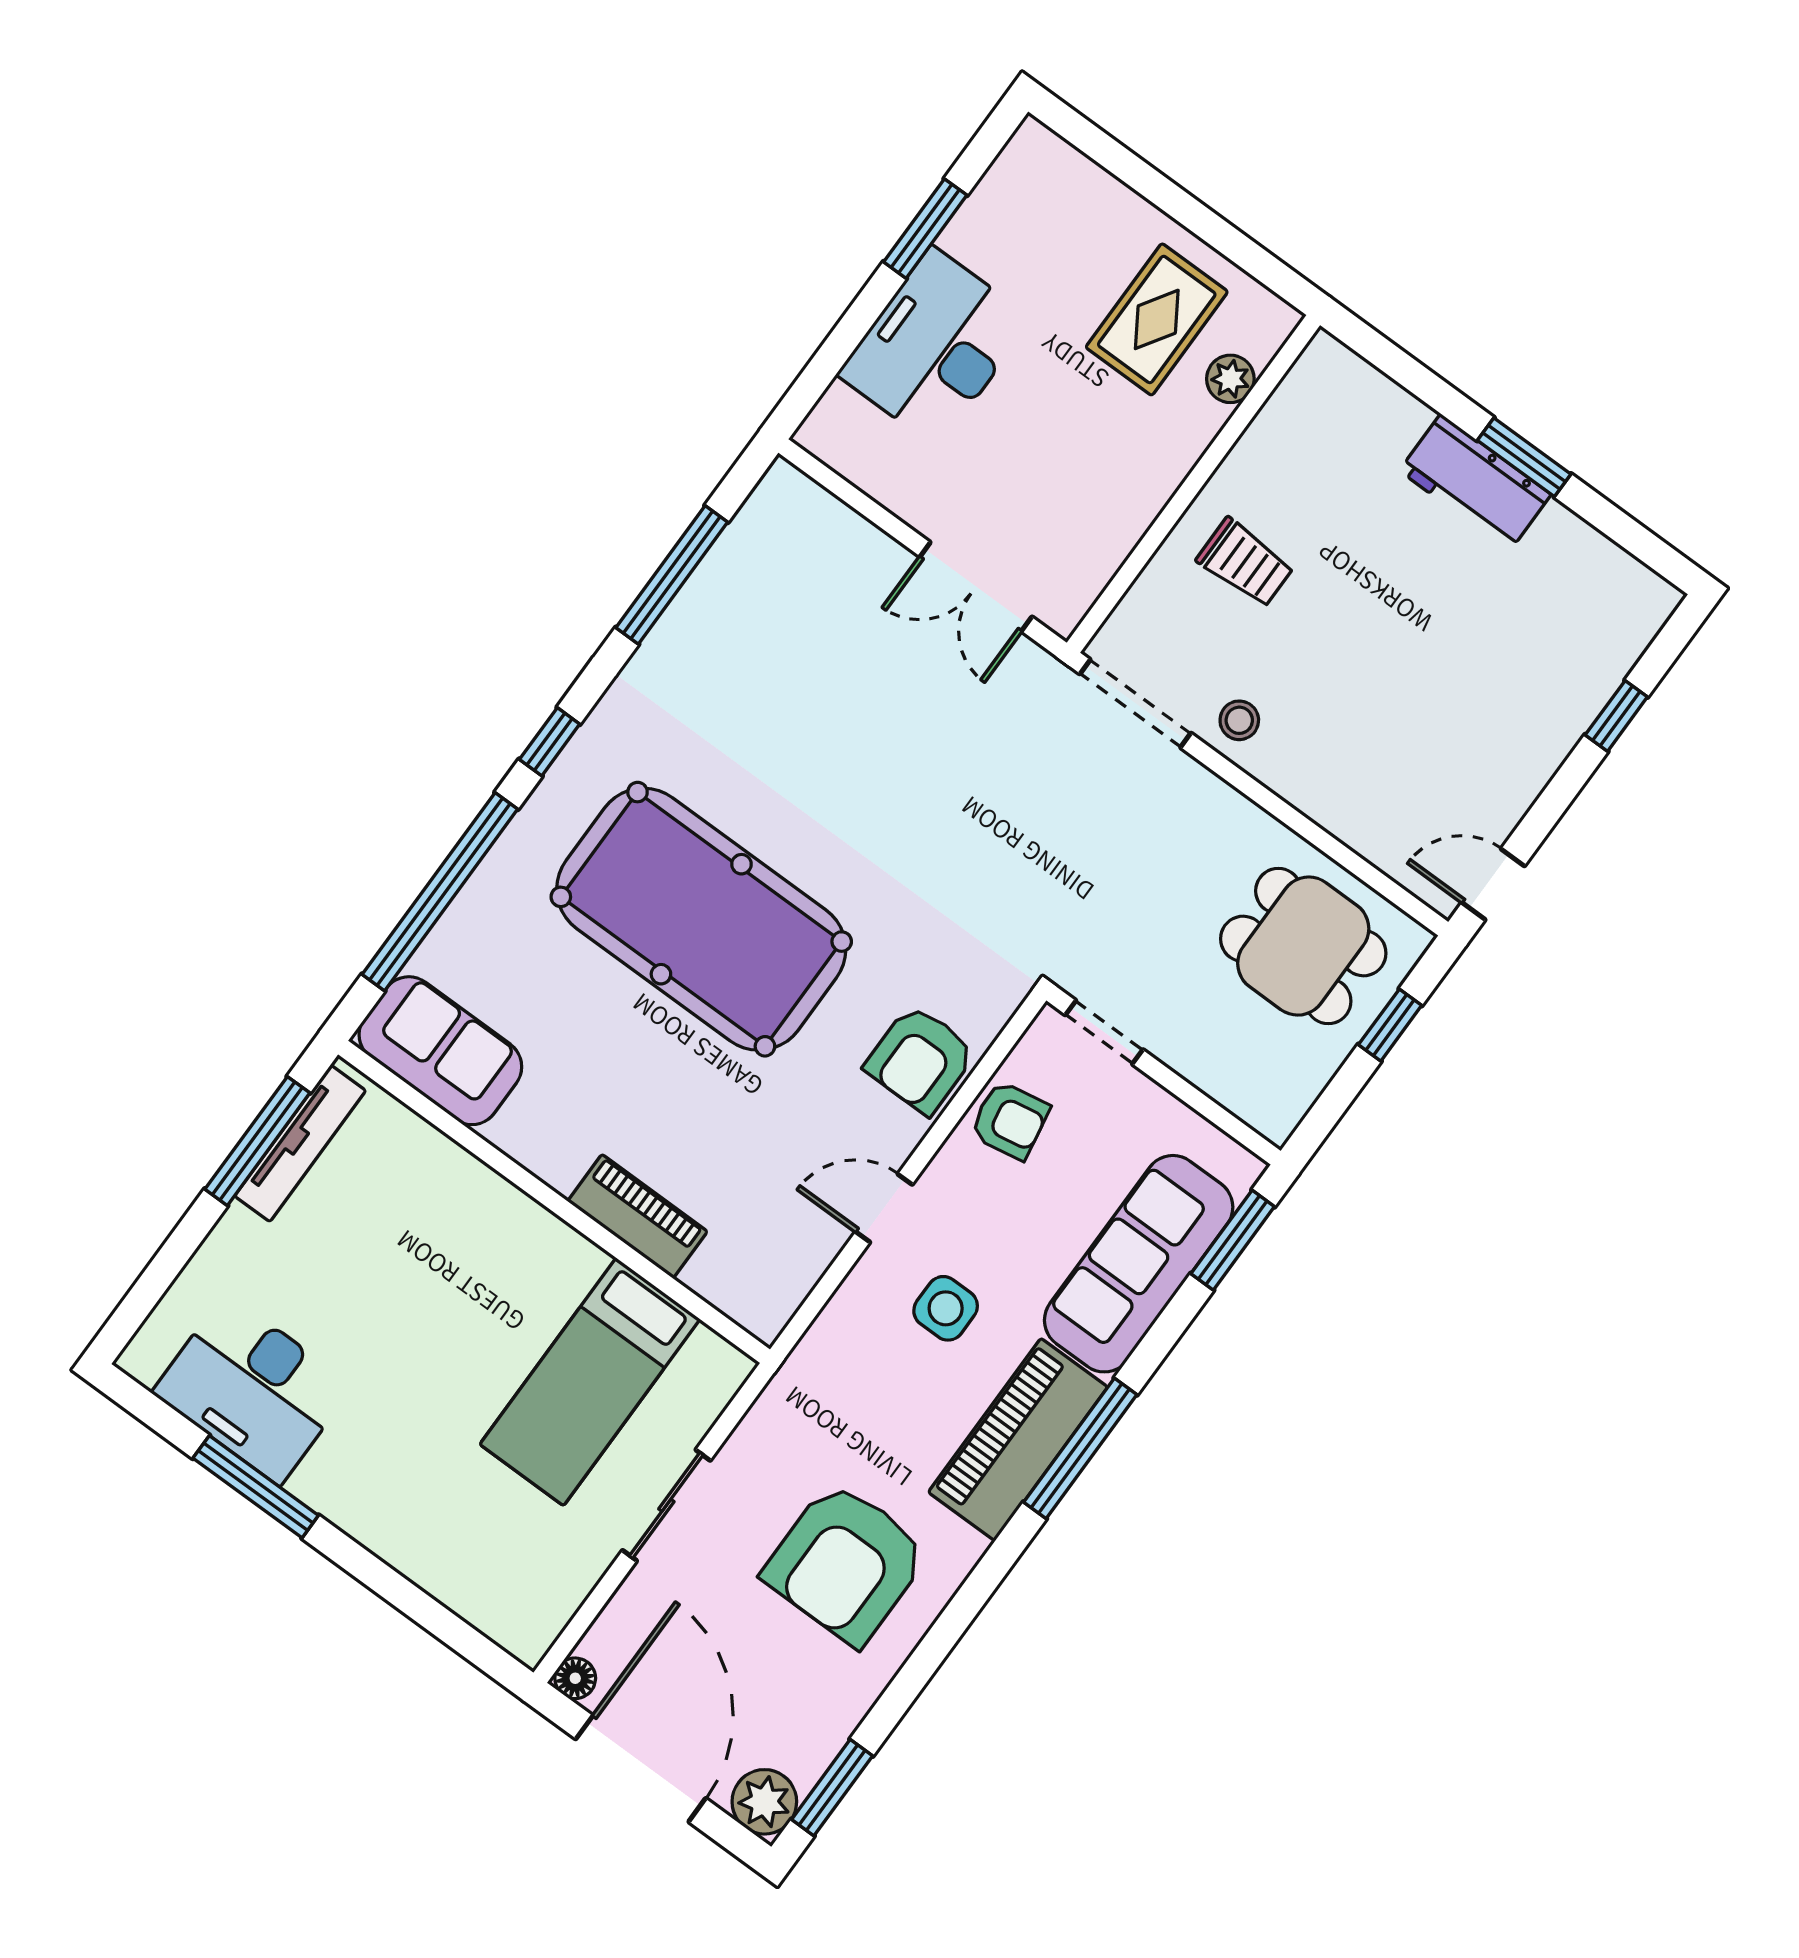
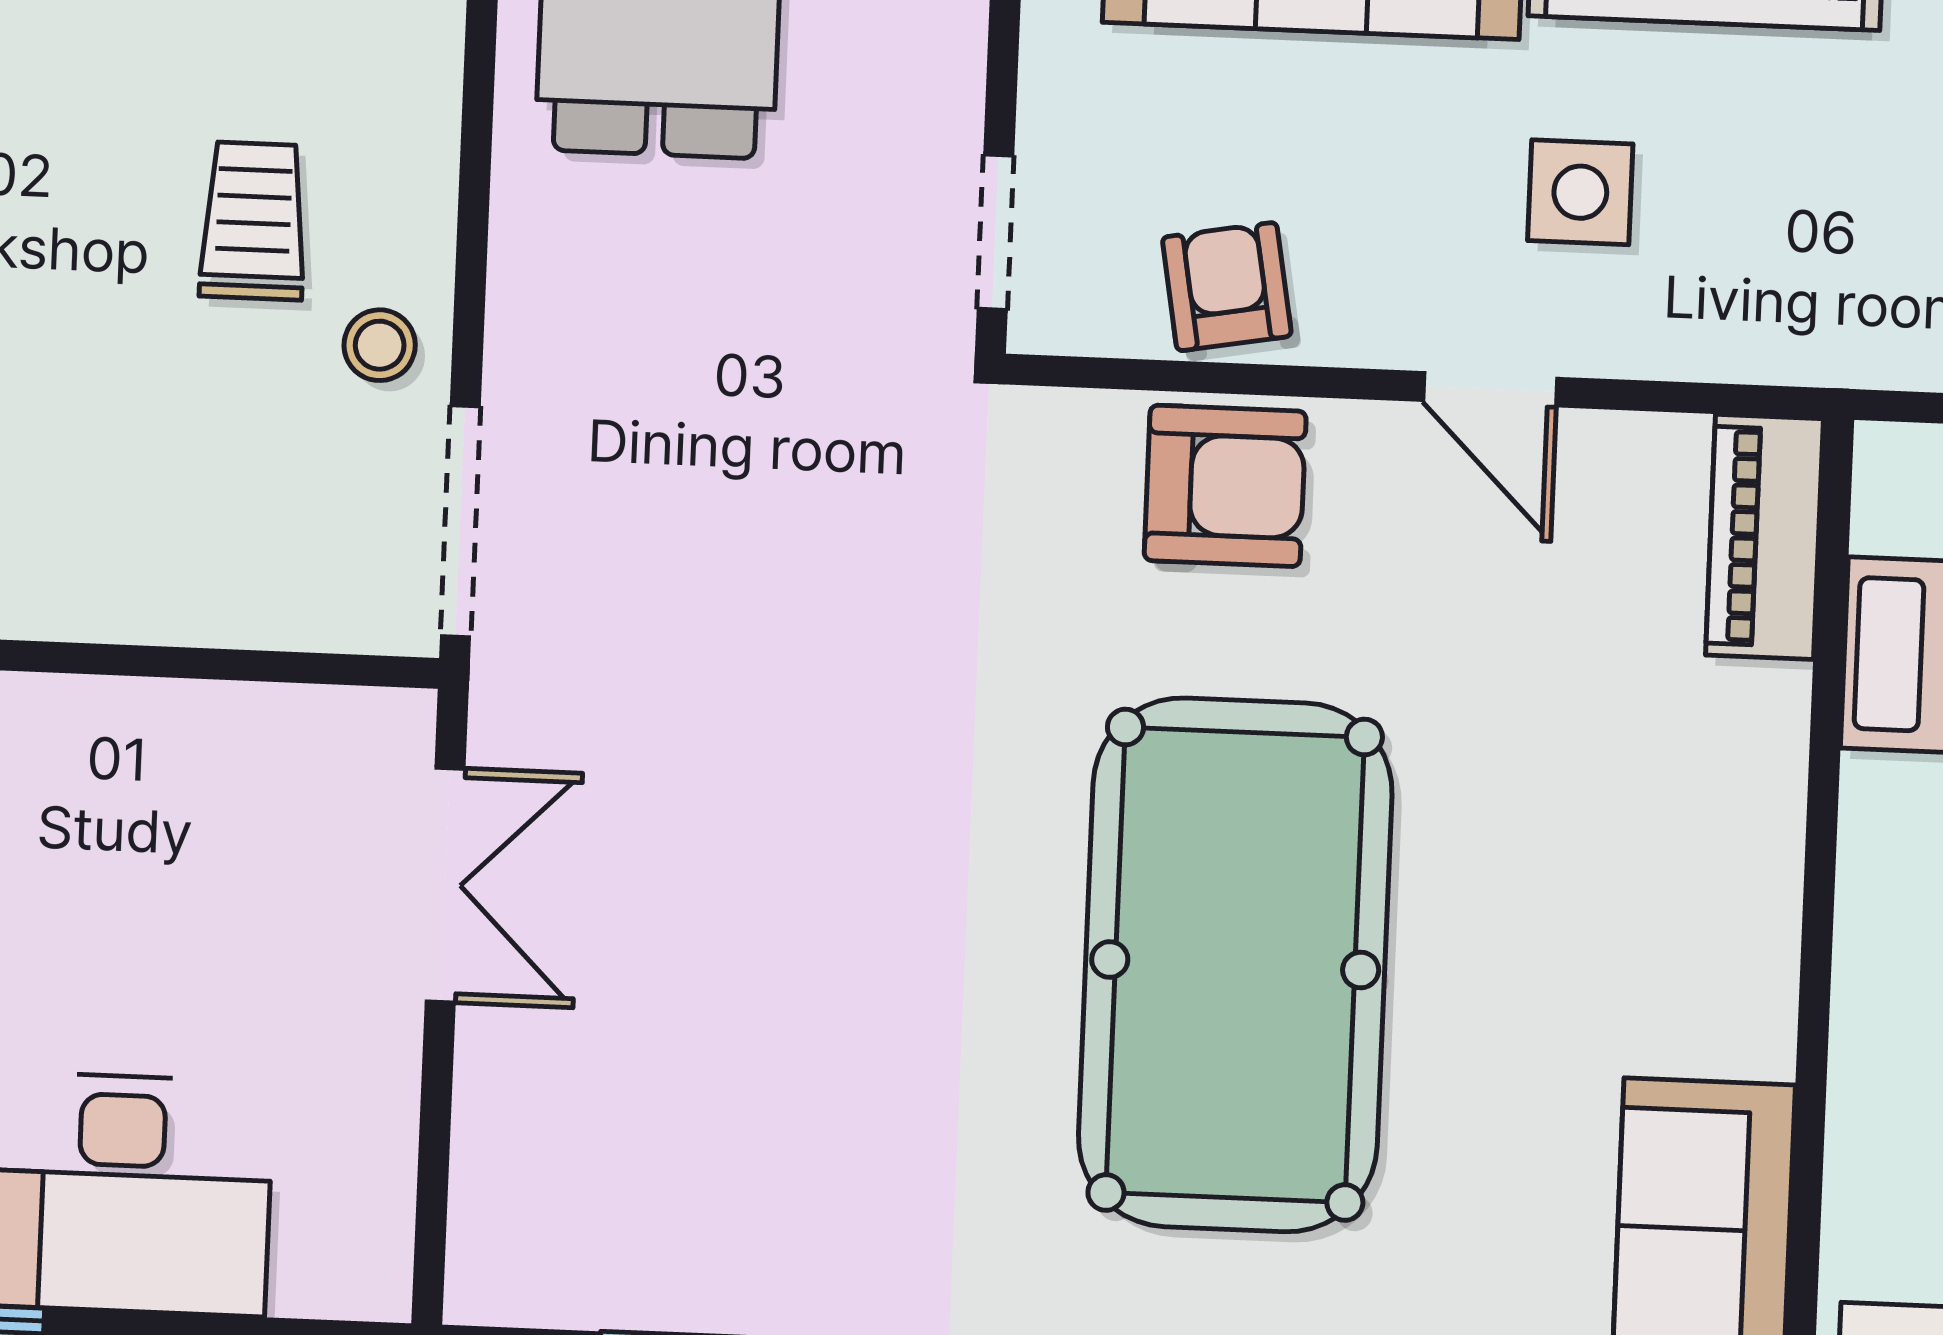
trolley: (1245, 563) -> (254, 221), moved
piano: (637, 1216) -> (1764, 537), moved

